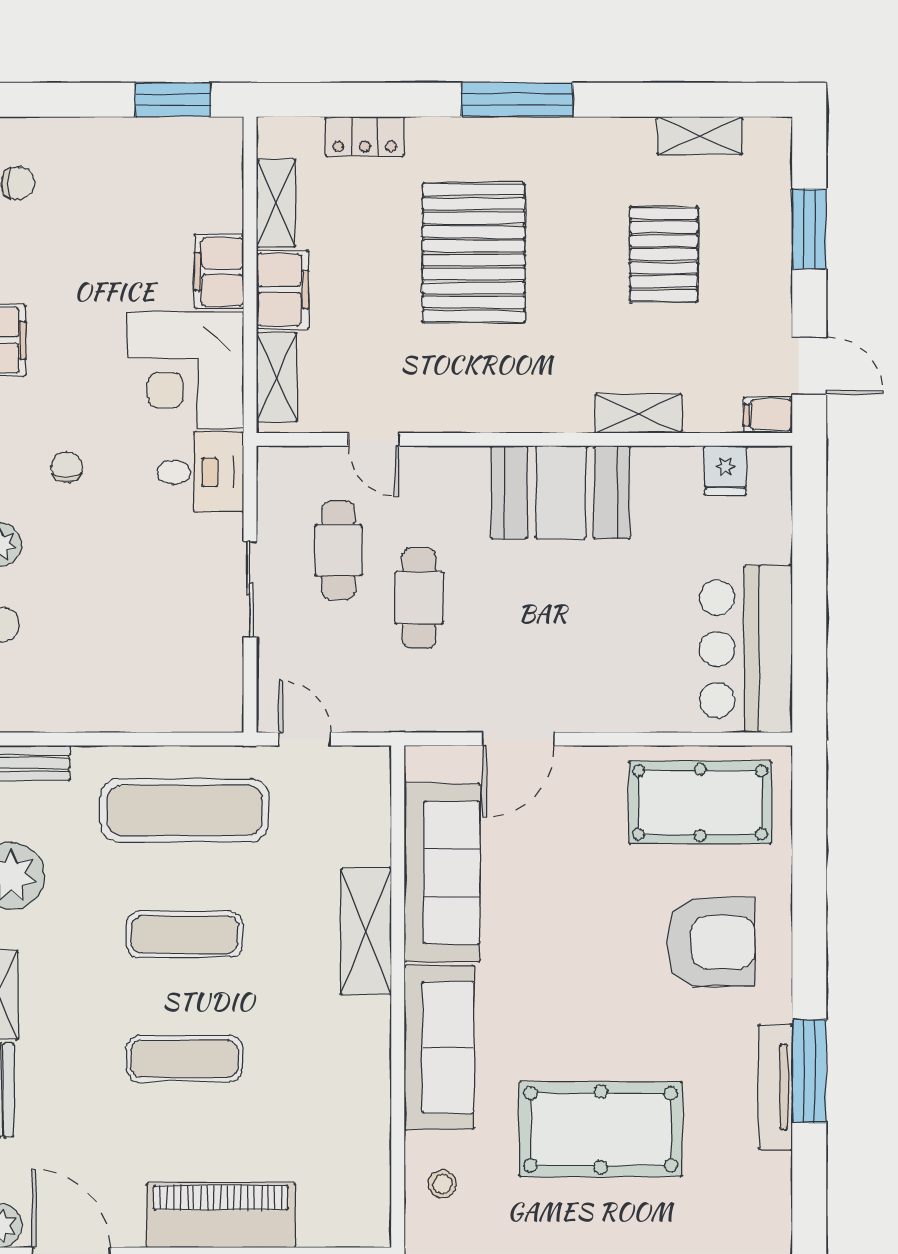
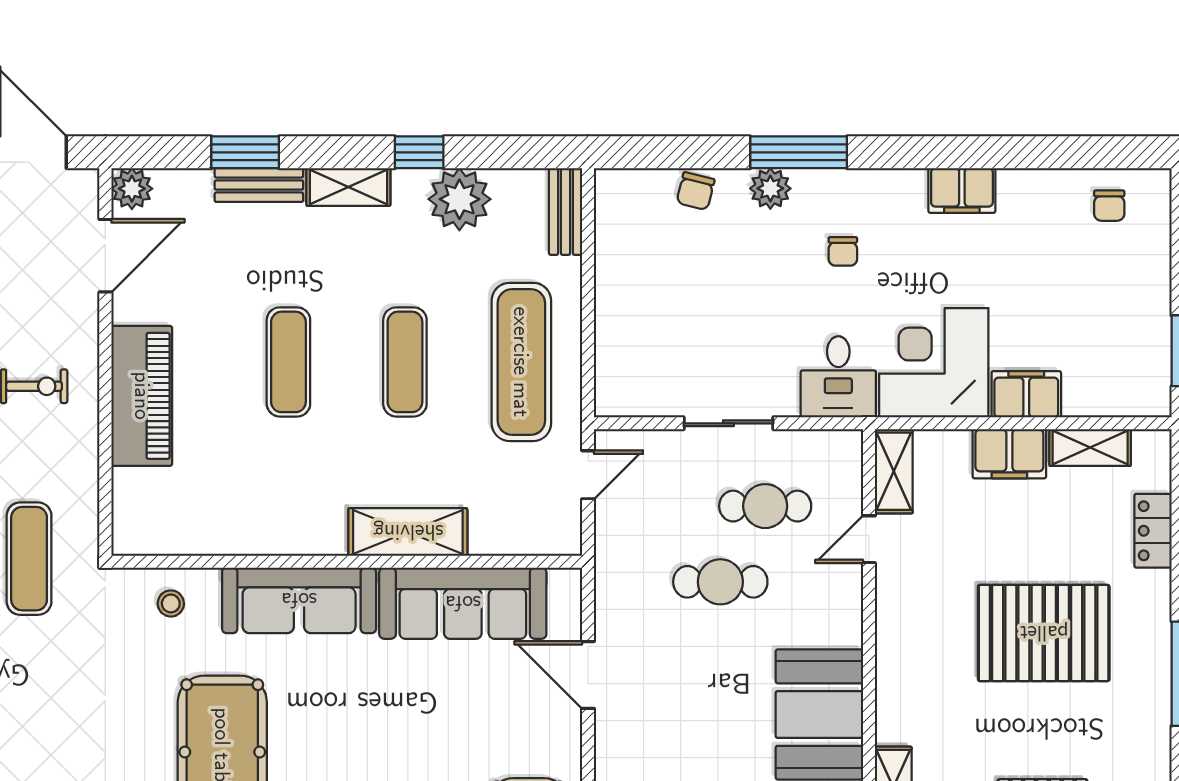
shelving: (277, 377) -> (894, 471), moved, turned 90
chair: (67, 467) -> (843, 251), turned 90

